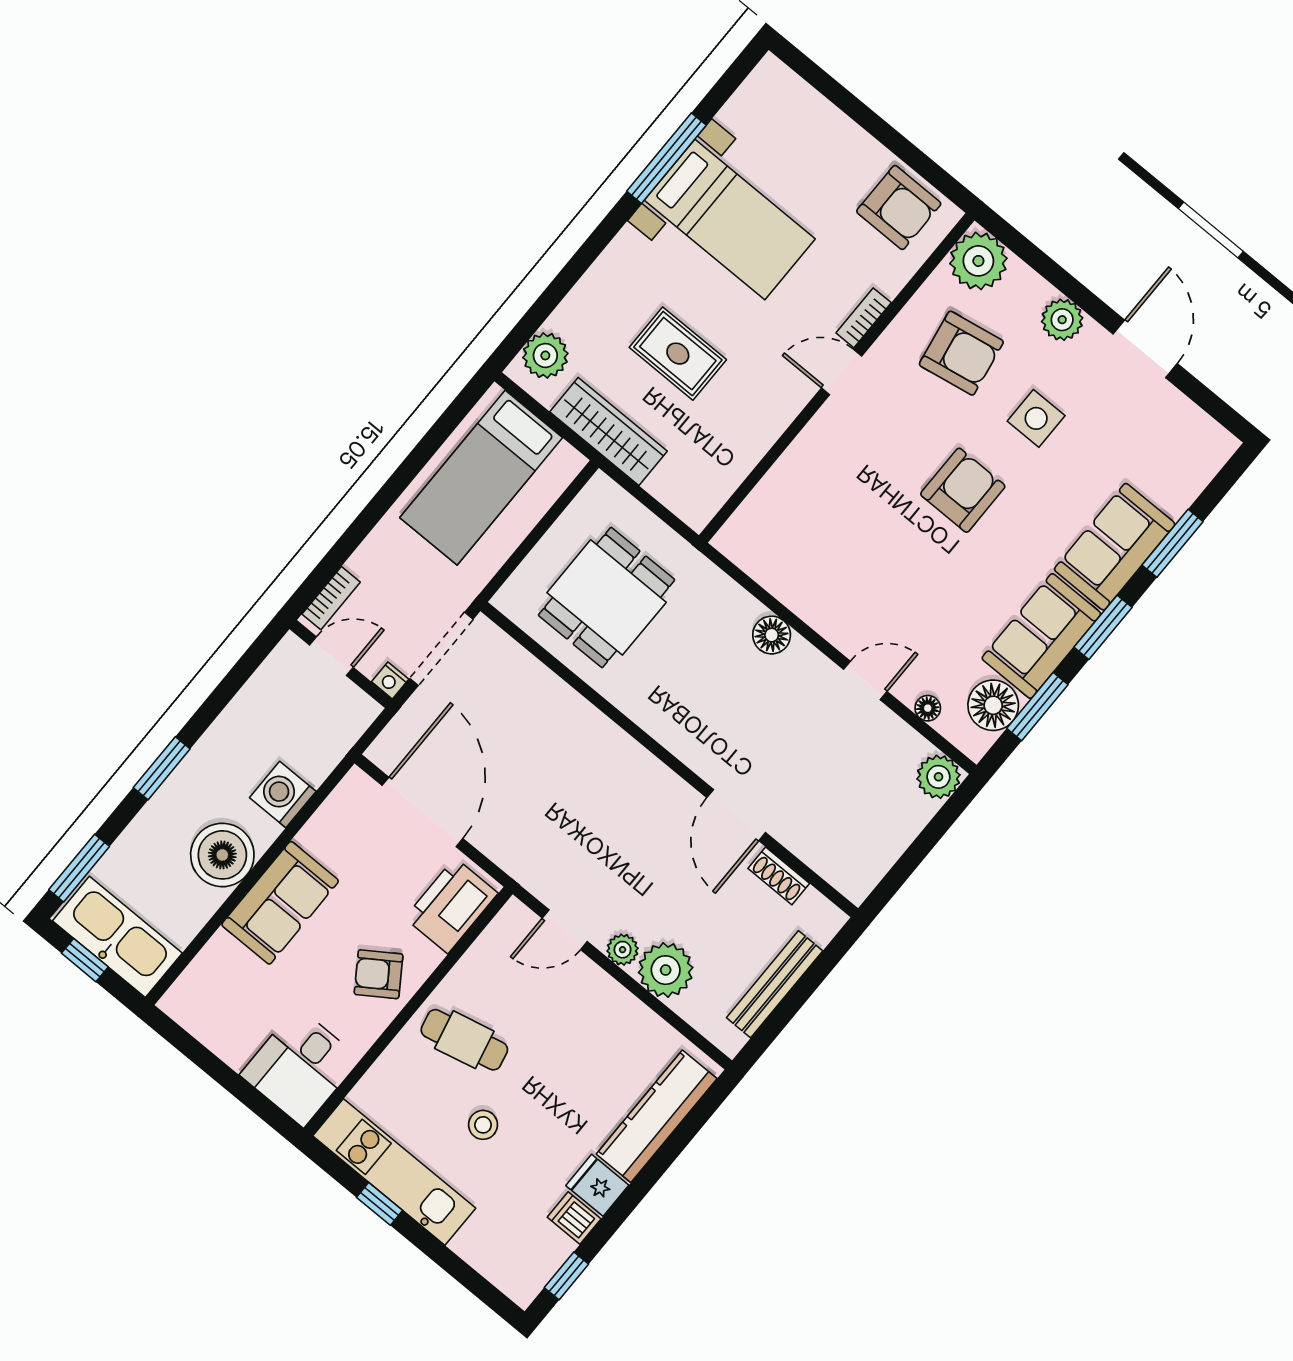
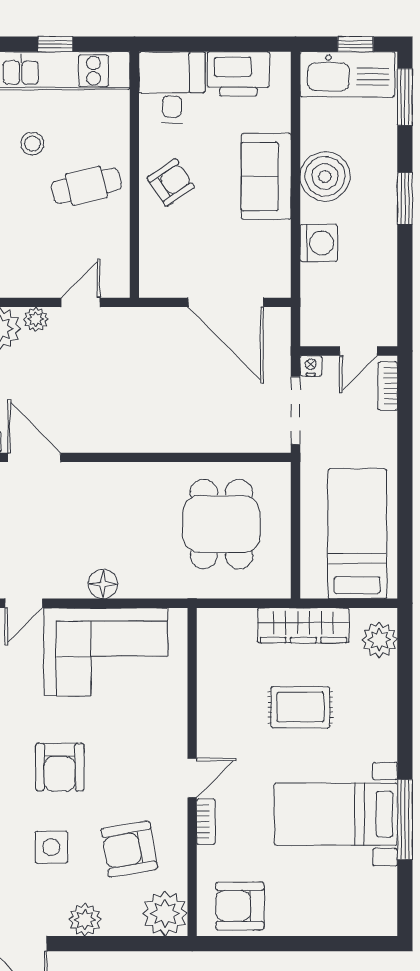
corner sofa: (824, 566) -> (106, 652), added
printer: (451, 906) -> (238, 74), moved, turned 90

